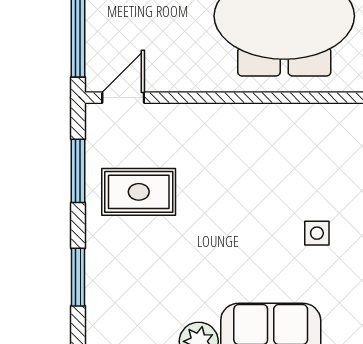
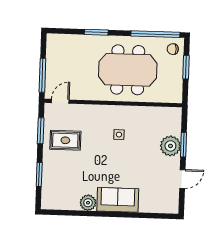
side table: (317, 233) -> (119, 135), moved

